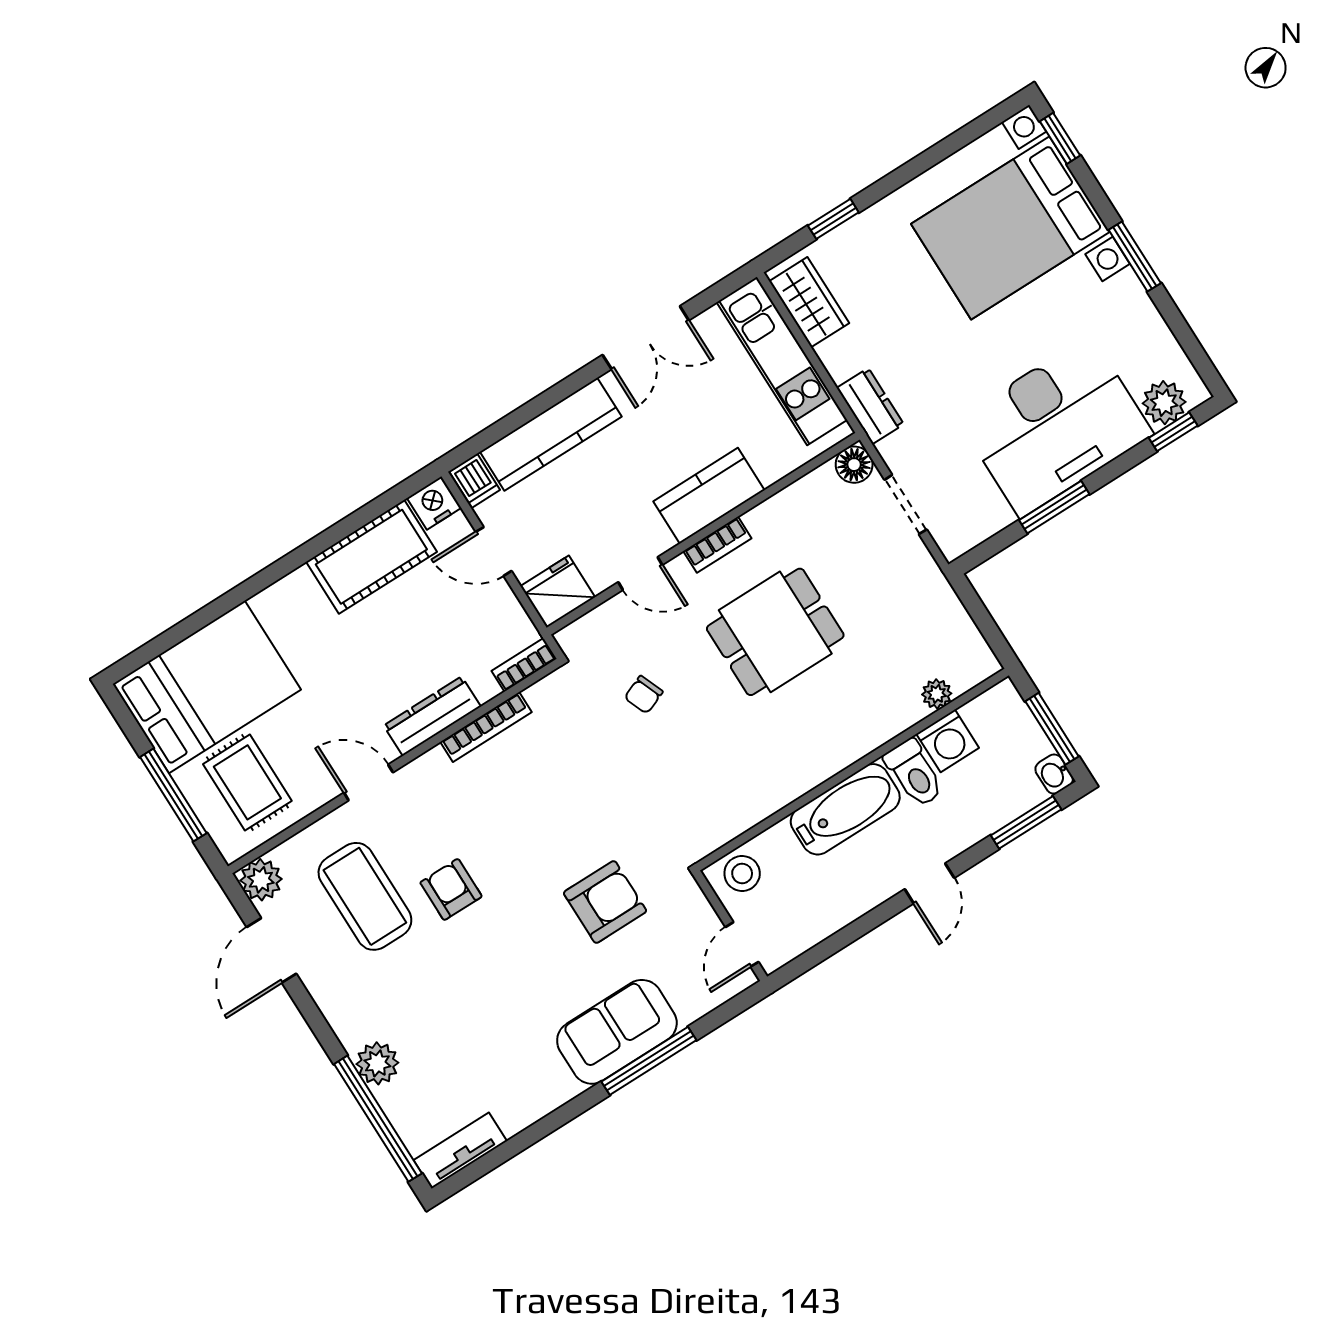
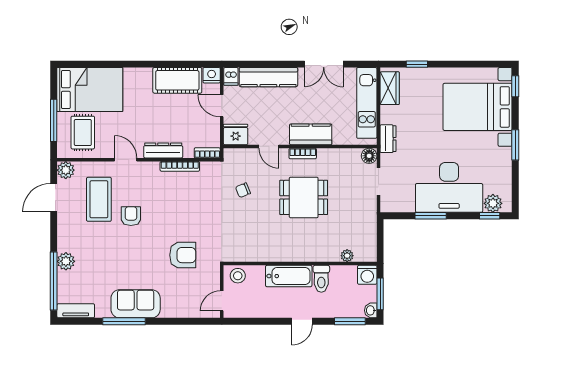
washing machine: (948, 741) -> (367, 275), moved
sofa: (617, 1032) -> (136, 304), moved
window: (649, 1061) -> (124, 321), moved

